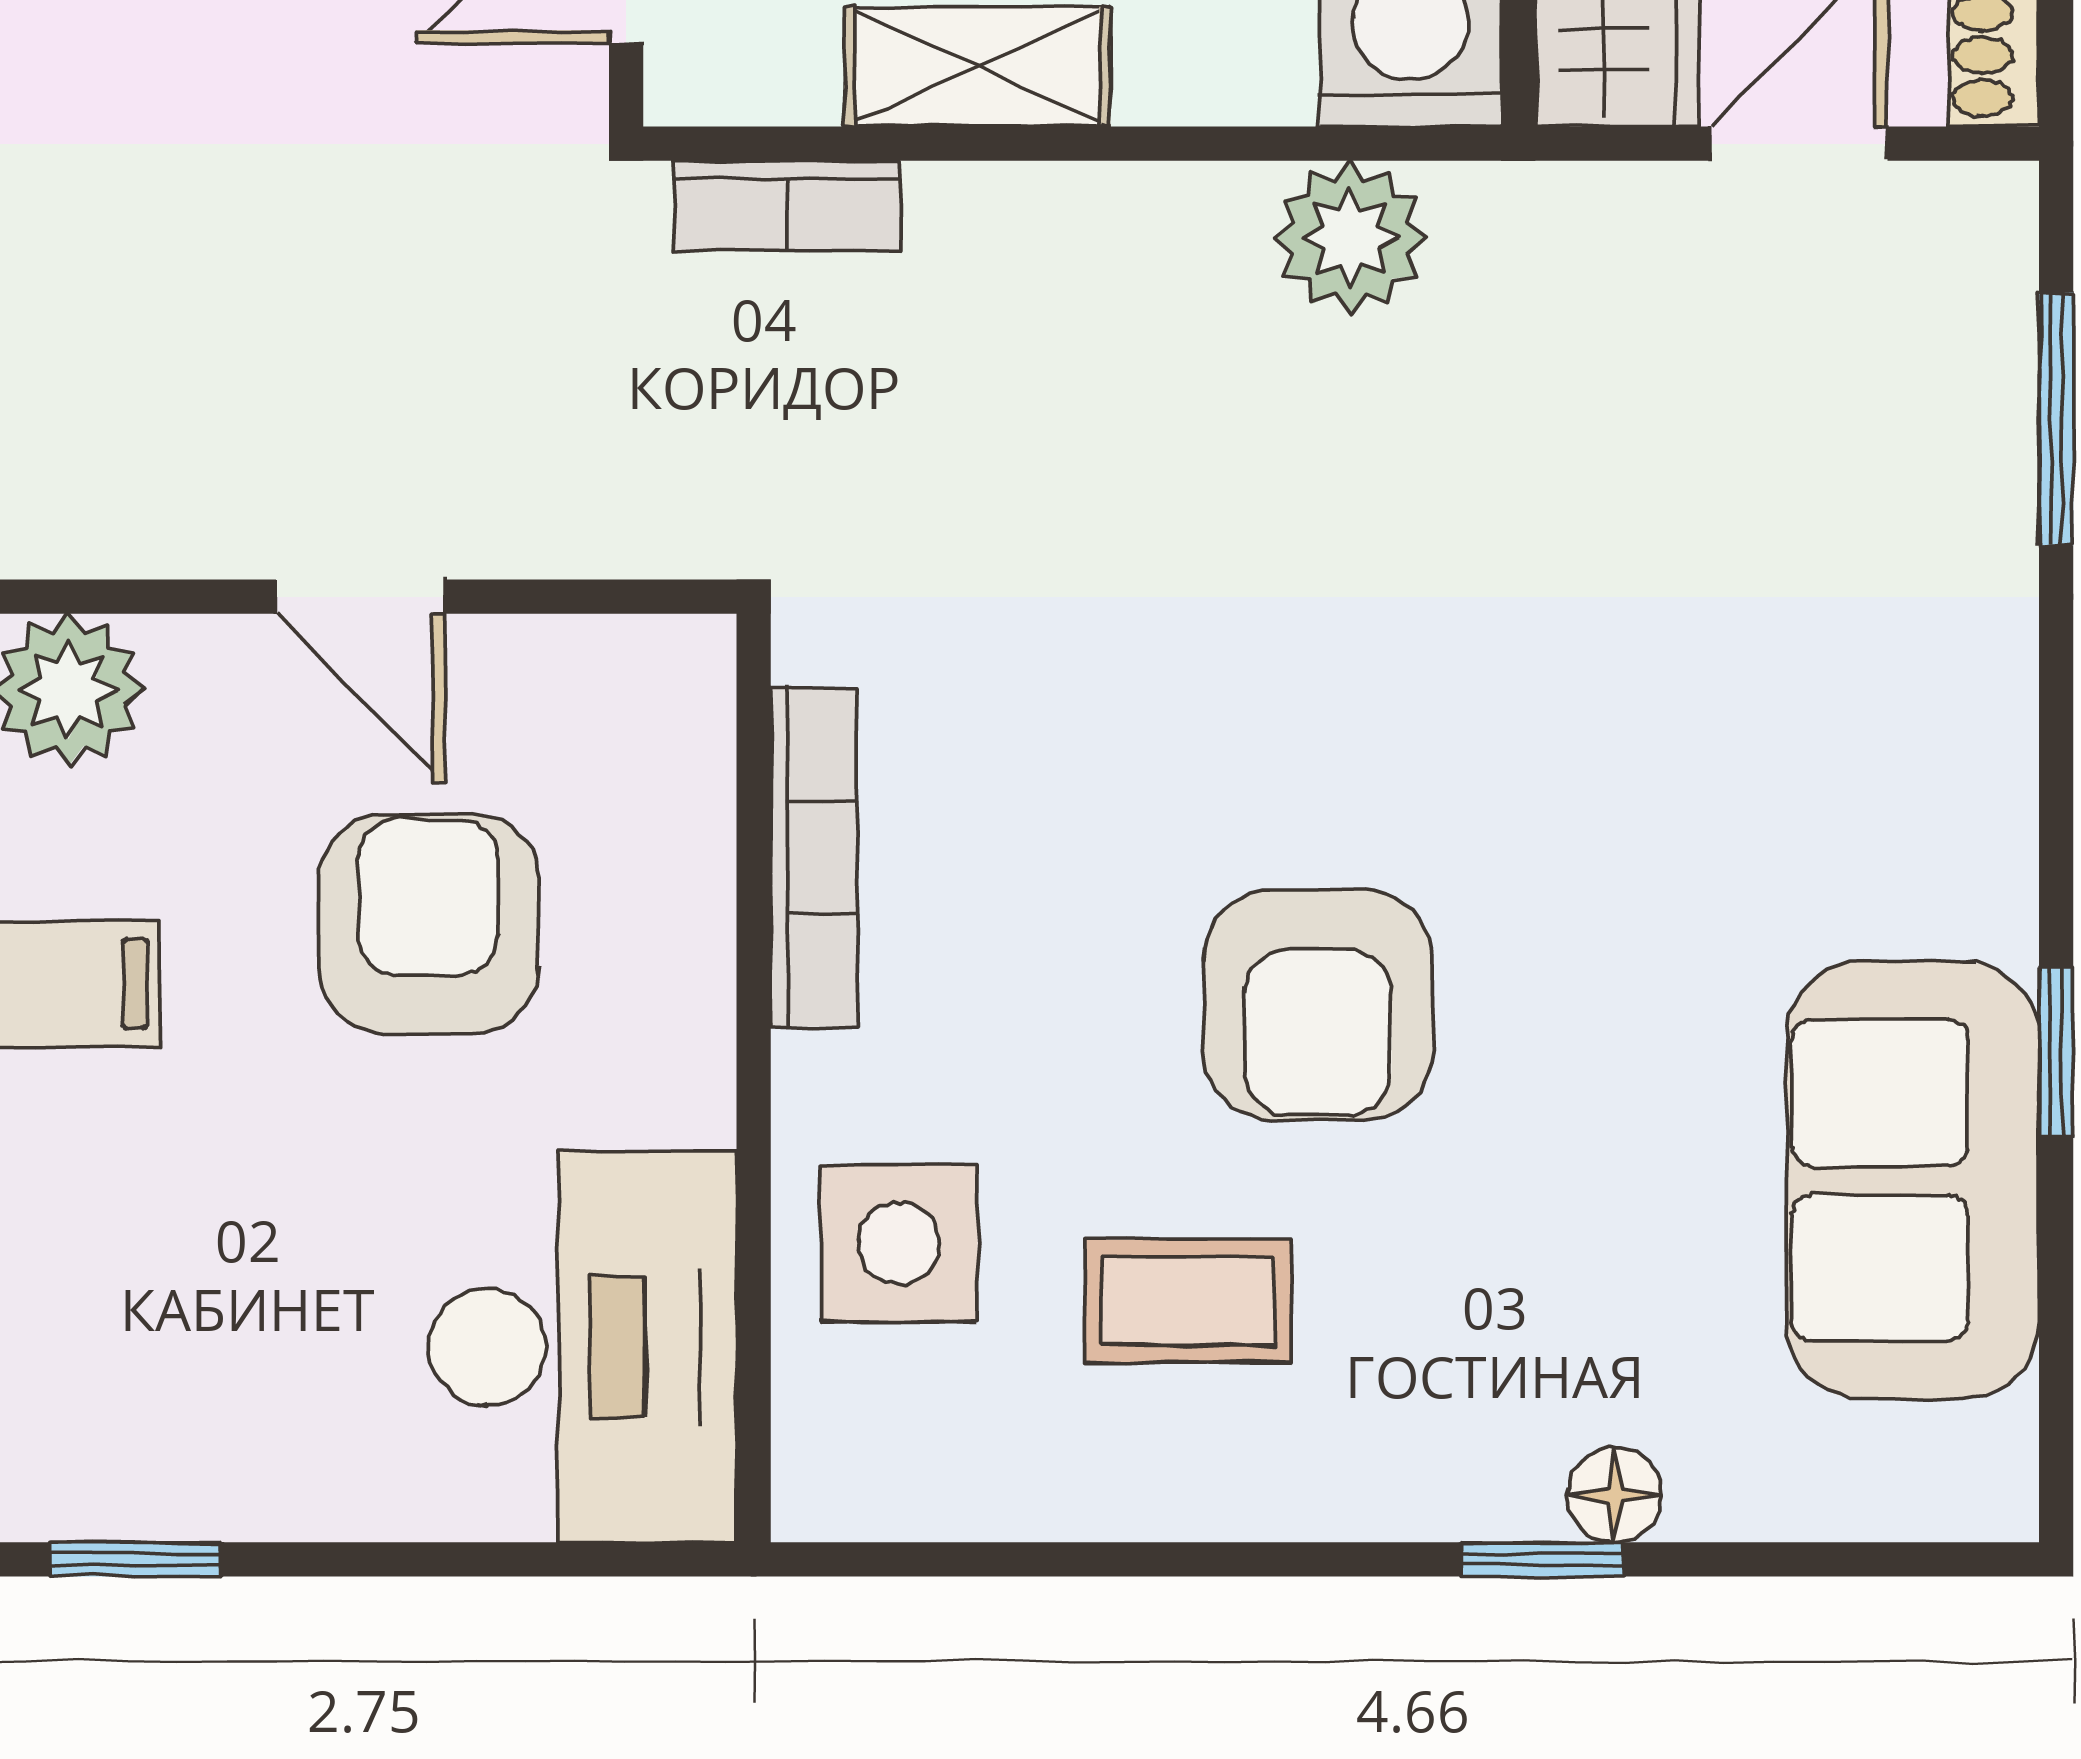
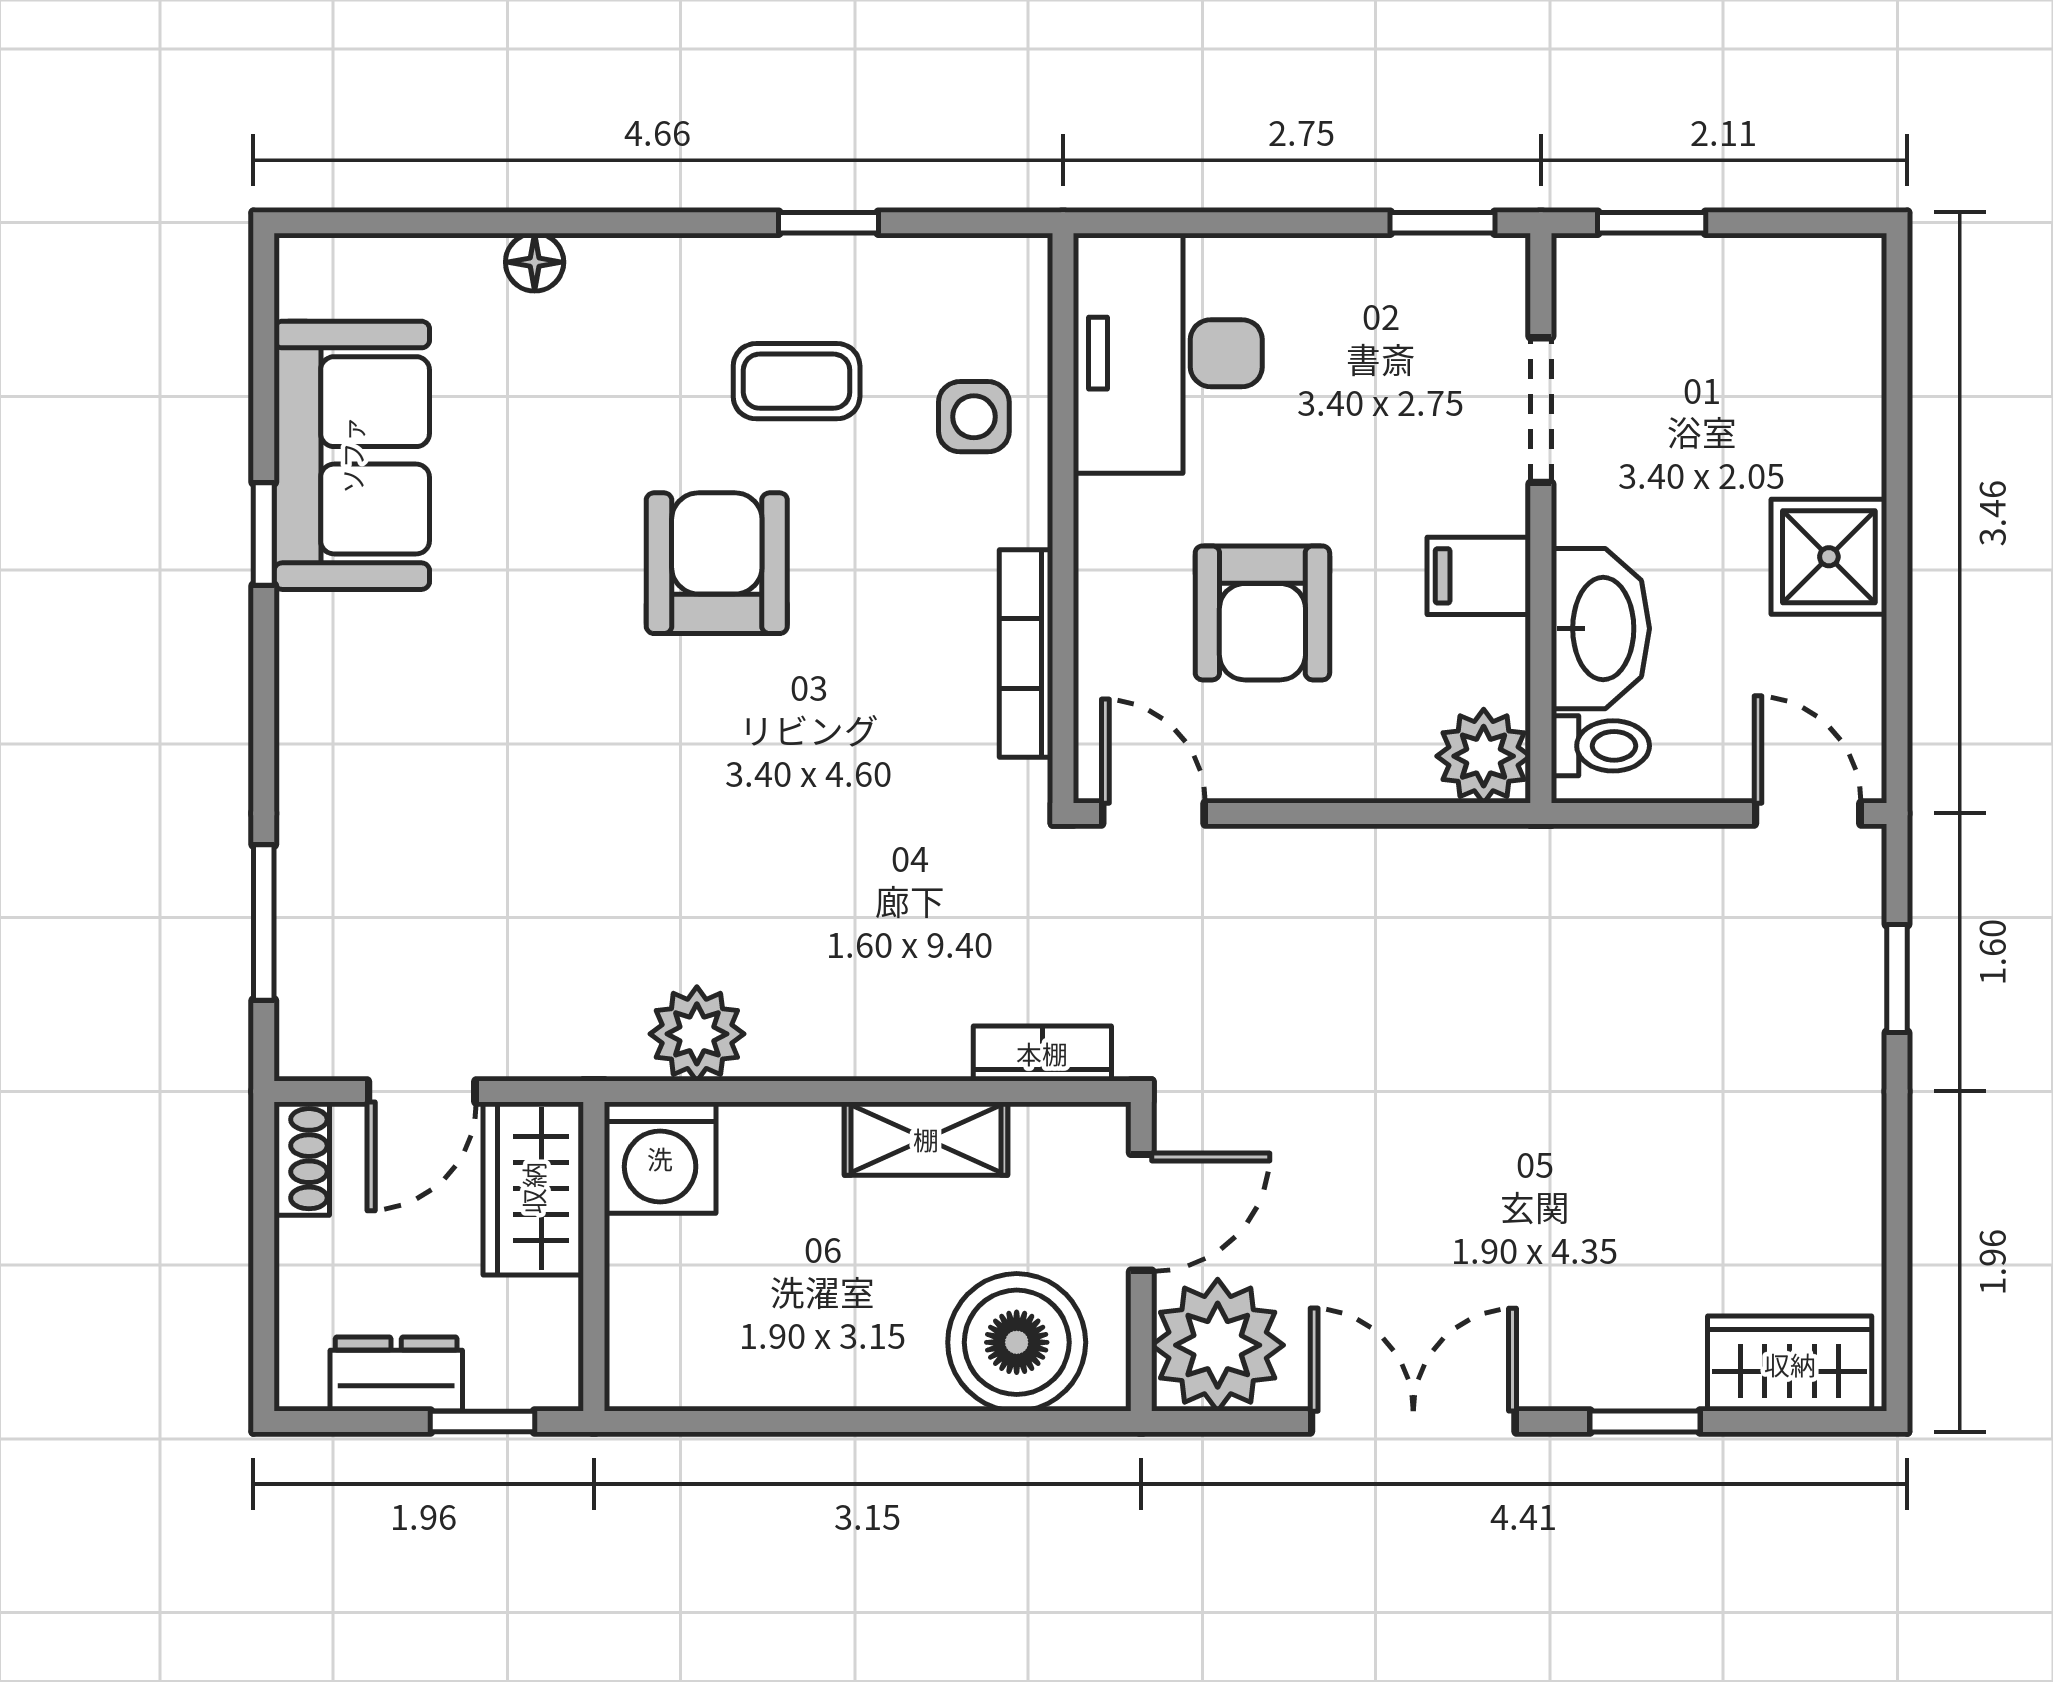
door: (361, 597) -> (1153, 813), moved
side table: (899, 1243) -> (974, 417), width x0.73, depth x0.73
window: (1542, 1559) -> (828, 223), moved

